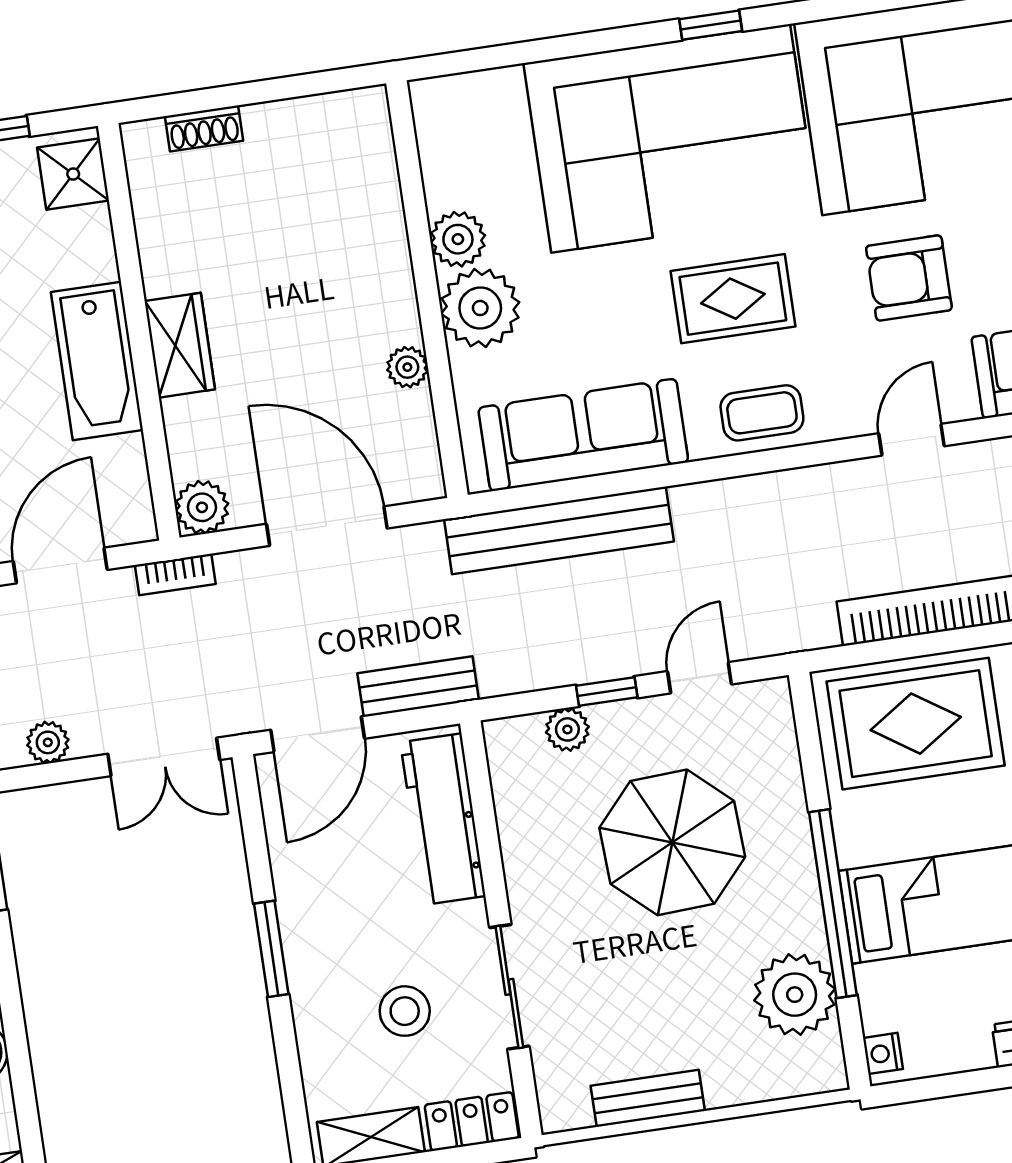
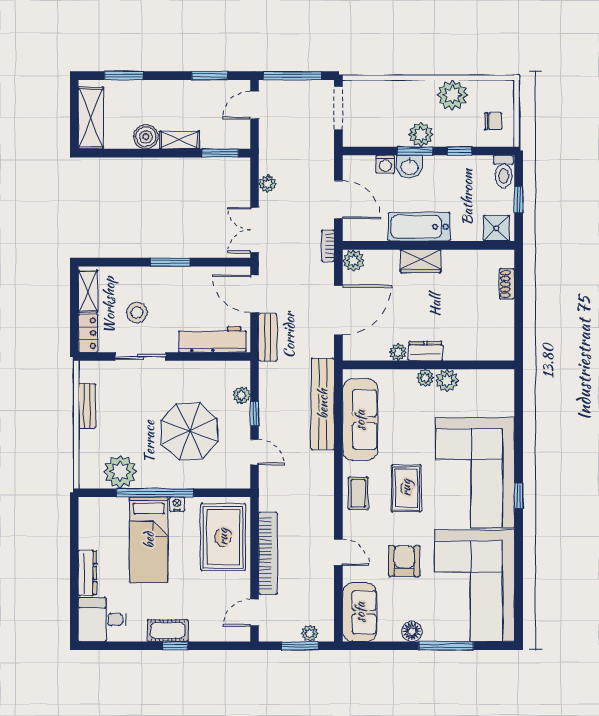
dresser: (395, 302) -> (425, 351), added
plant: (480, 308) -> (425, 378), width x0.53, depth x0.53
nightstand: (883, 1053) -> (177, 504), moved

